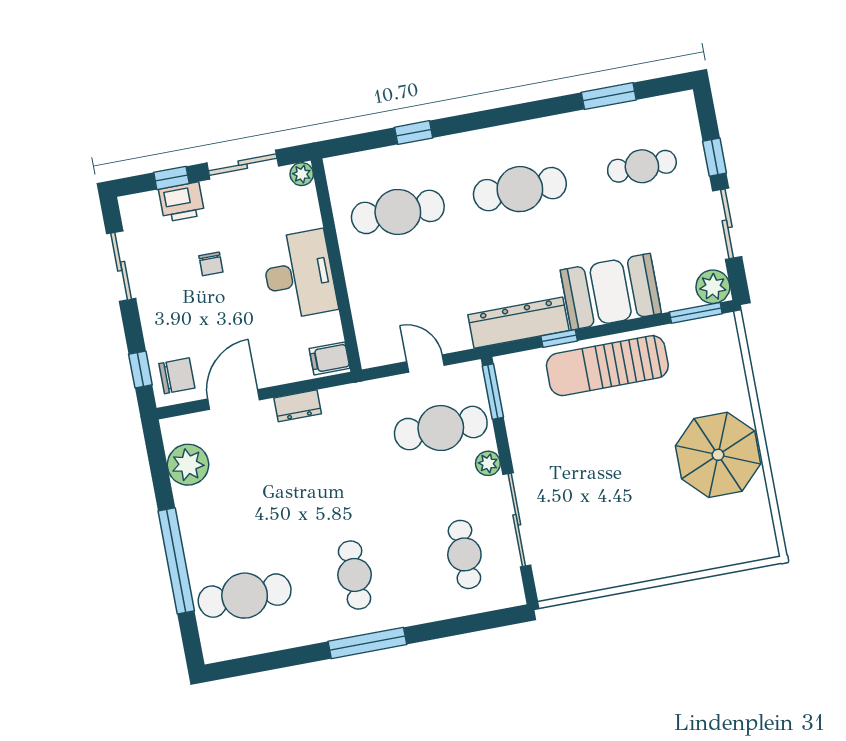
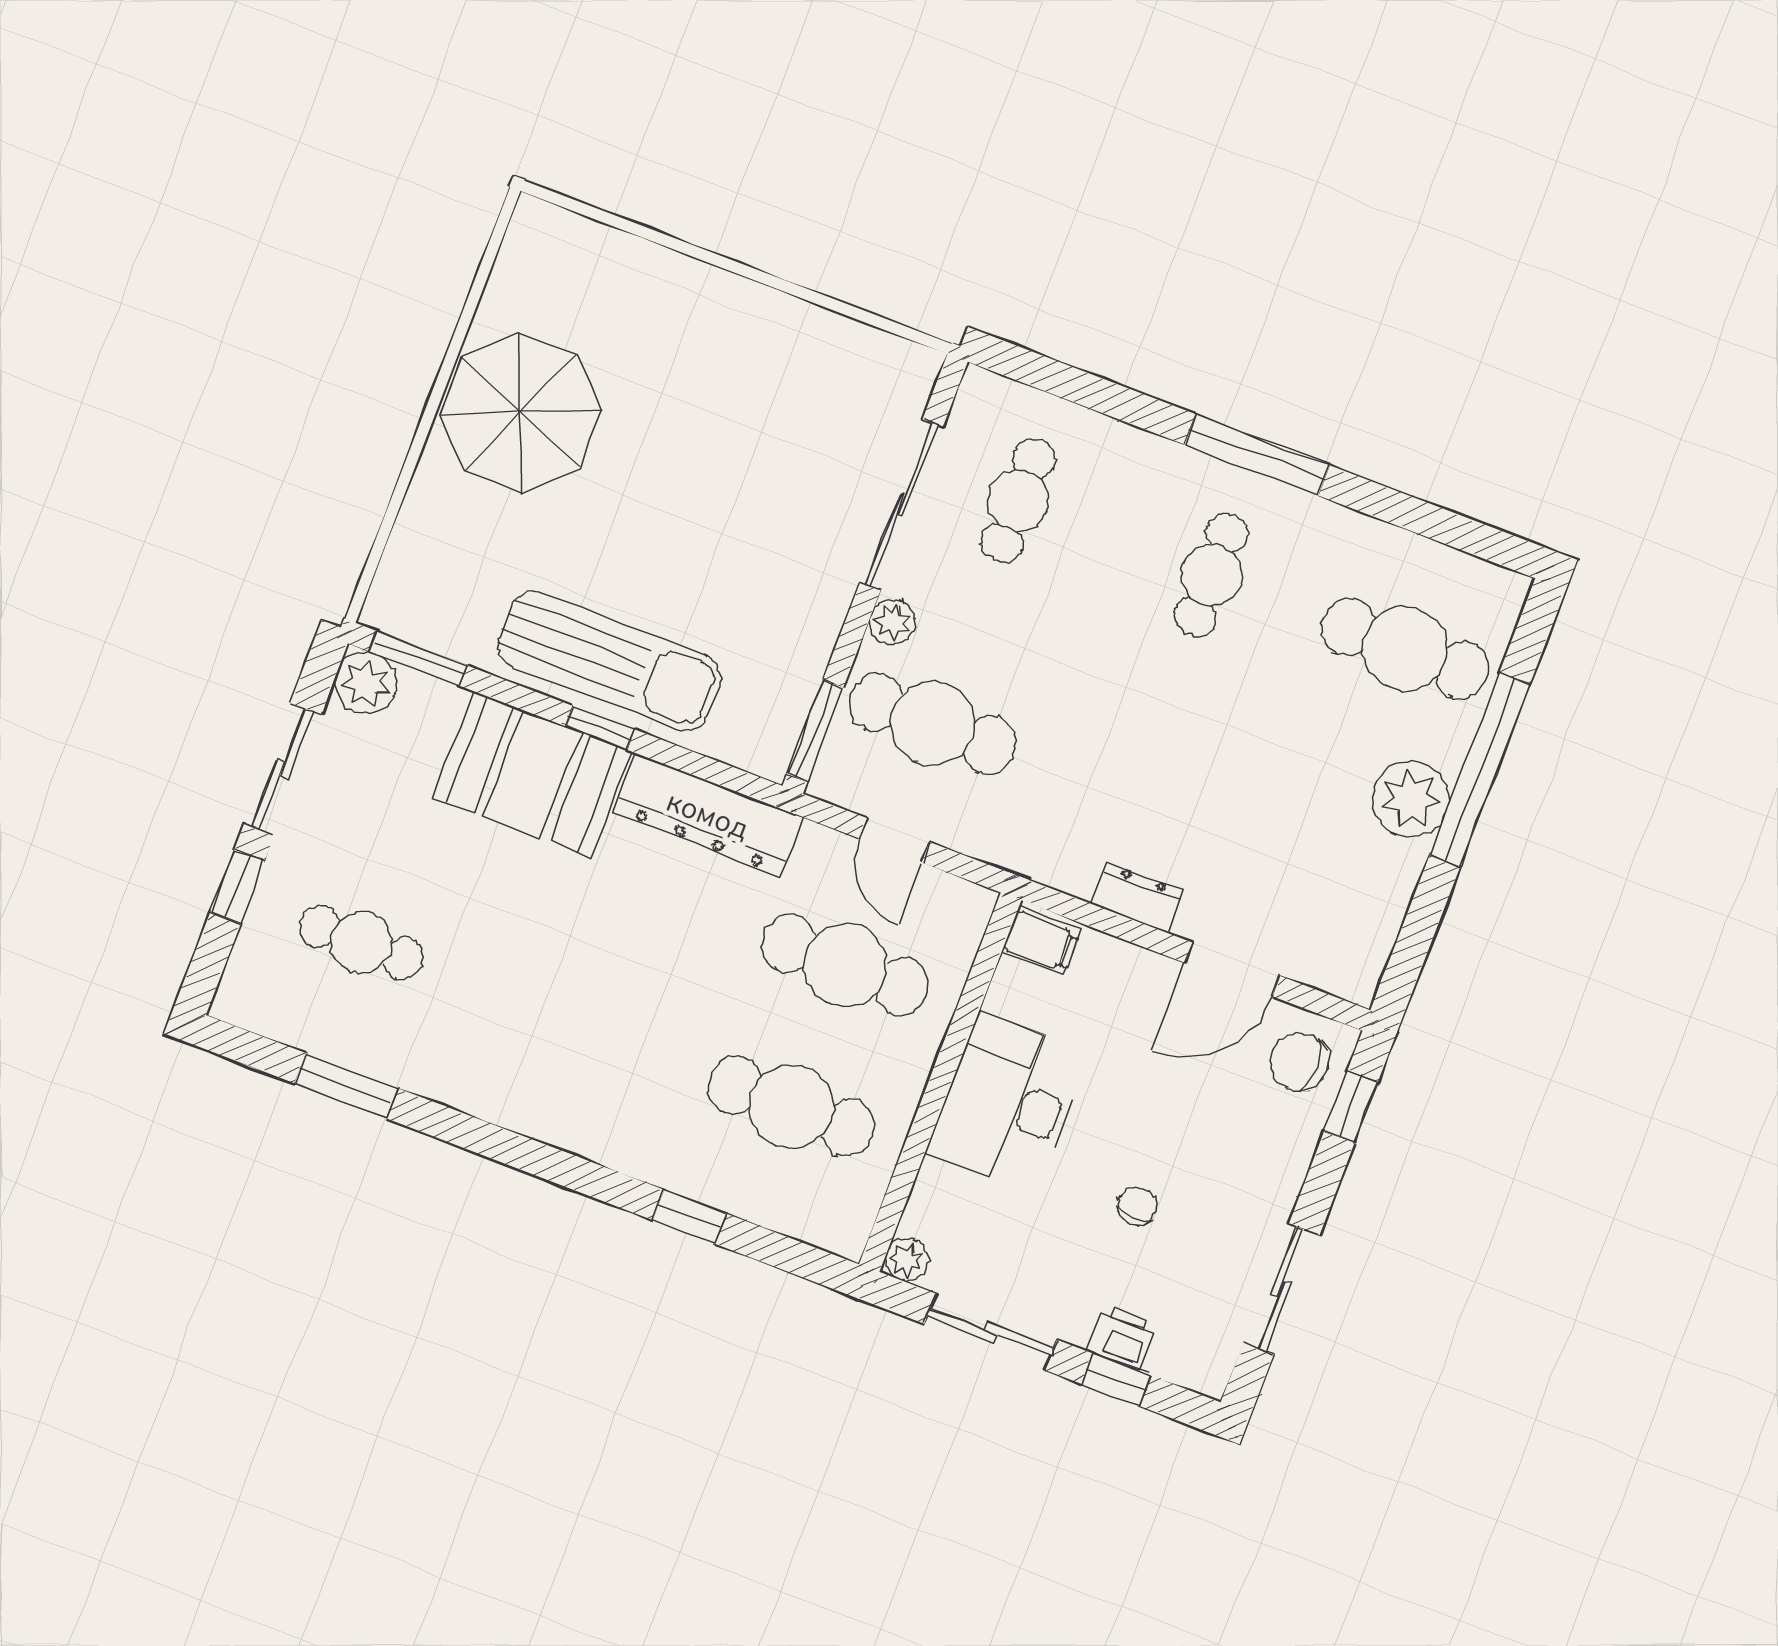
cafe table: (520, 189) -> (846, 965), moved
printer: (182, 202) -> (1122, 1337), width x0.73, depth x0.81
window: (559, 338) -> (600, 728), moved
plant: (188, 465) -> (1410, 799), moved

